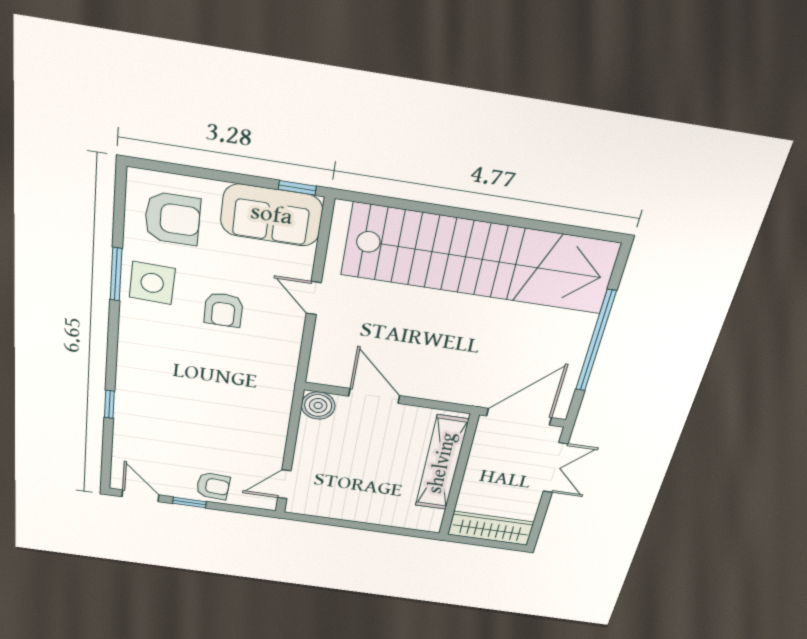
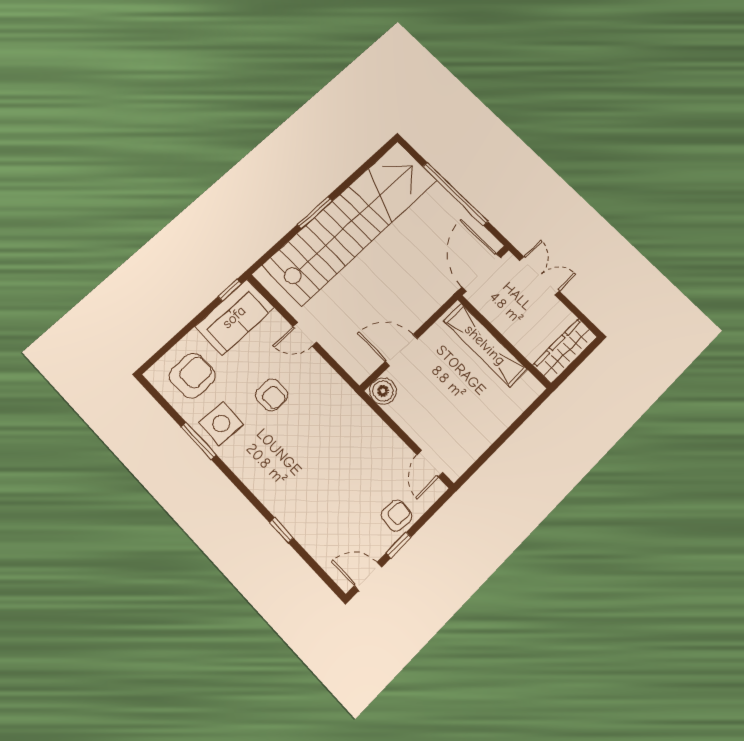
window: (463, 214) -> (315, 213), added

